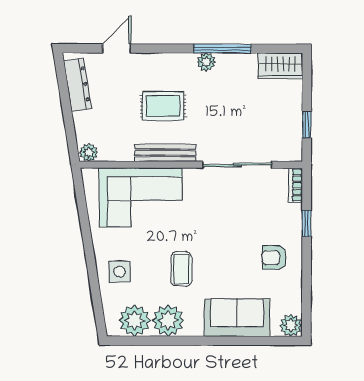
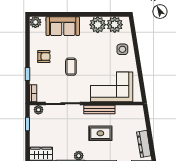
plant: (89, 152) -> (38, 110), moved
coffee table: (181, 269) -> (71, 67), moved

